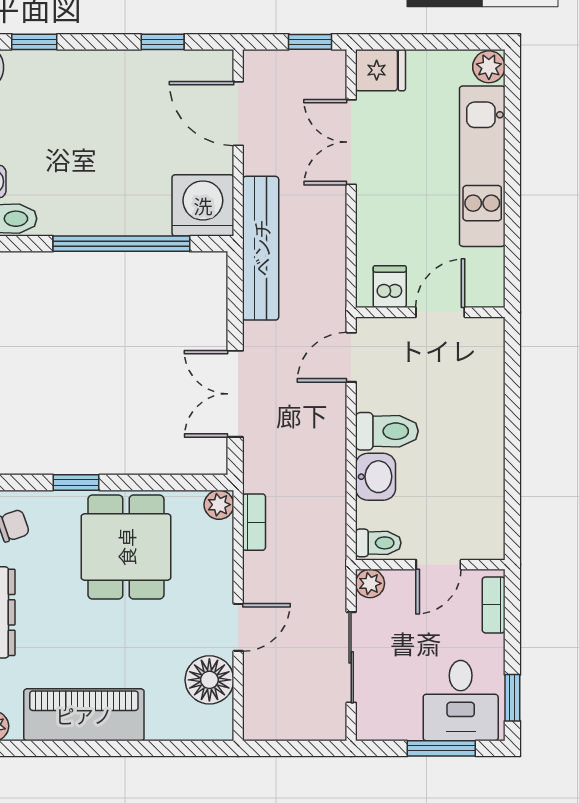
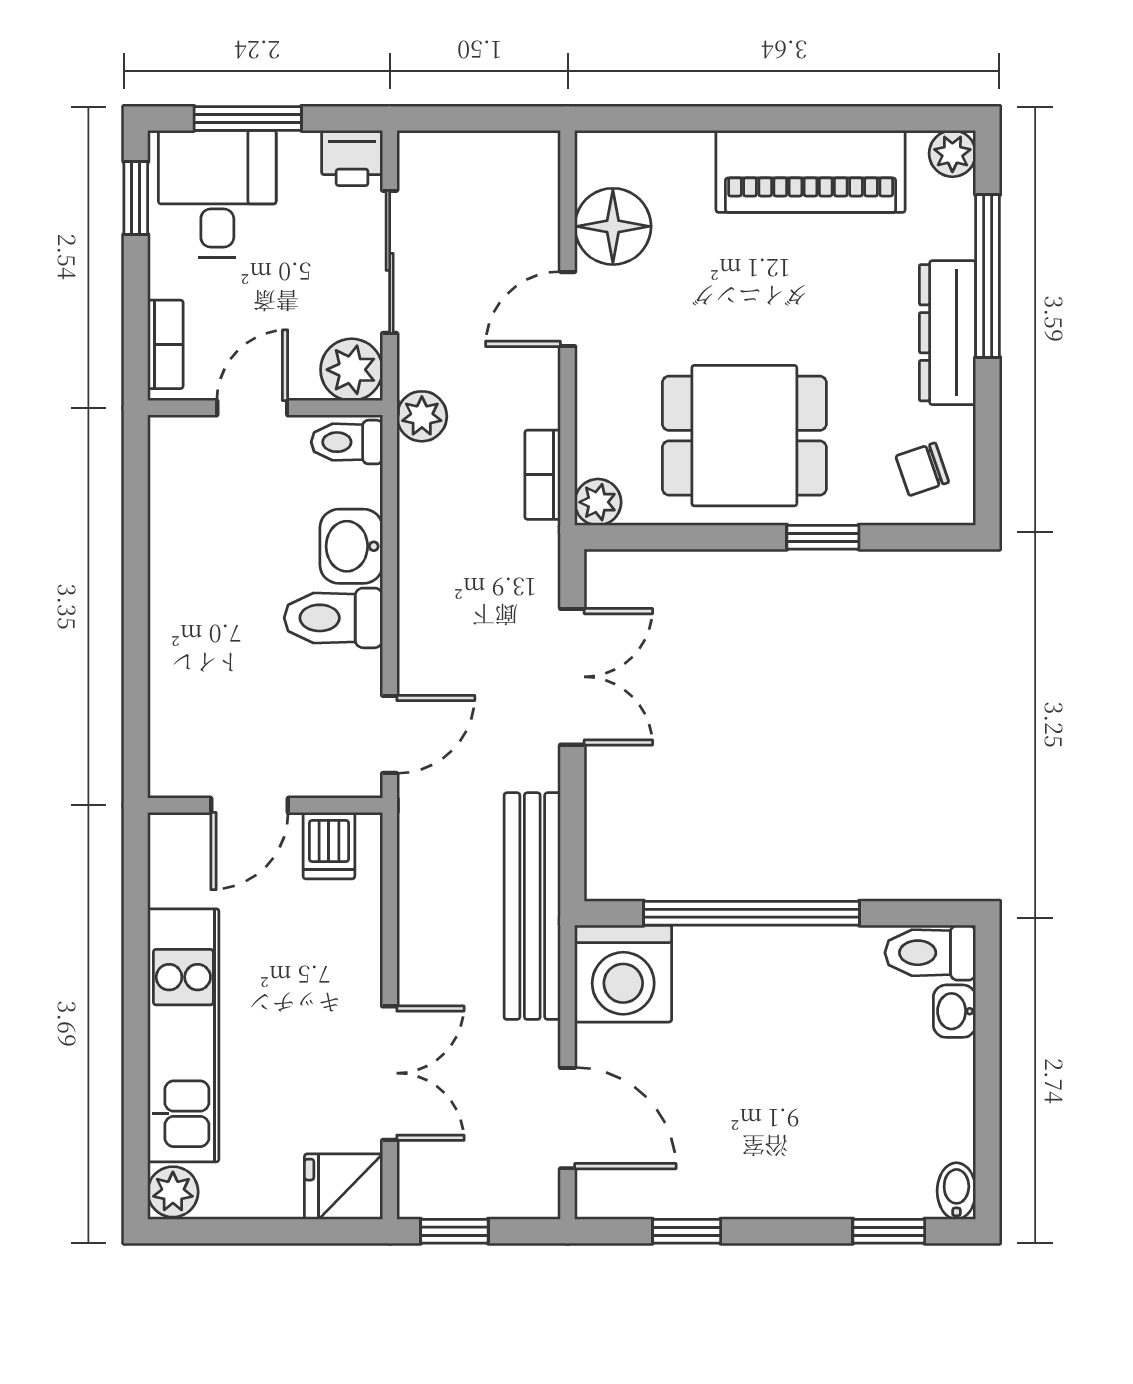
dining table: (126, 547) -> (744, 436), turned 90
plant: (331, 559) -> (422, 416), added
plant: (370, 583) -> (352, 370), width x1.38, depth x1.38
printer: (375, 723) -> (352, 158), added

